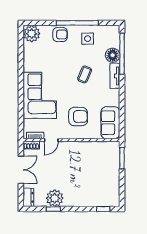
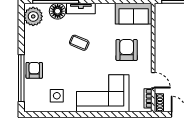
window: (77, 23) -> (21, 78), moved
plant: (32, 34) -> (33, 16), moved
side table: (88, 39) -> (57, 96), moved

